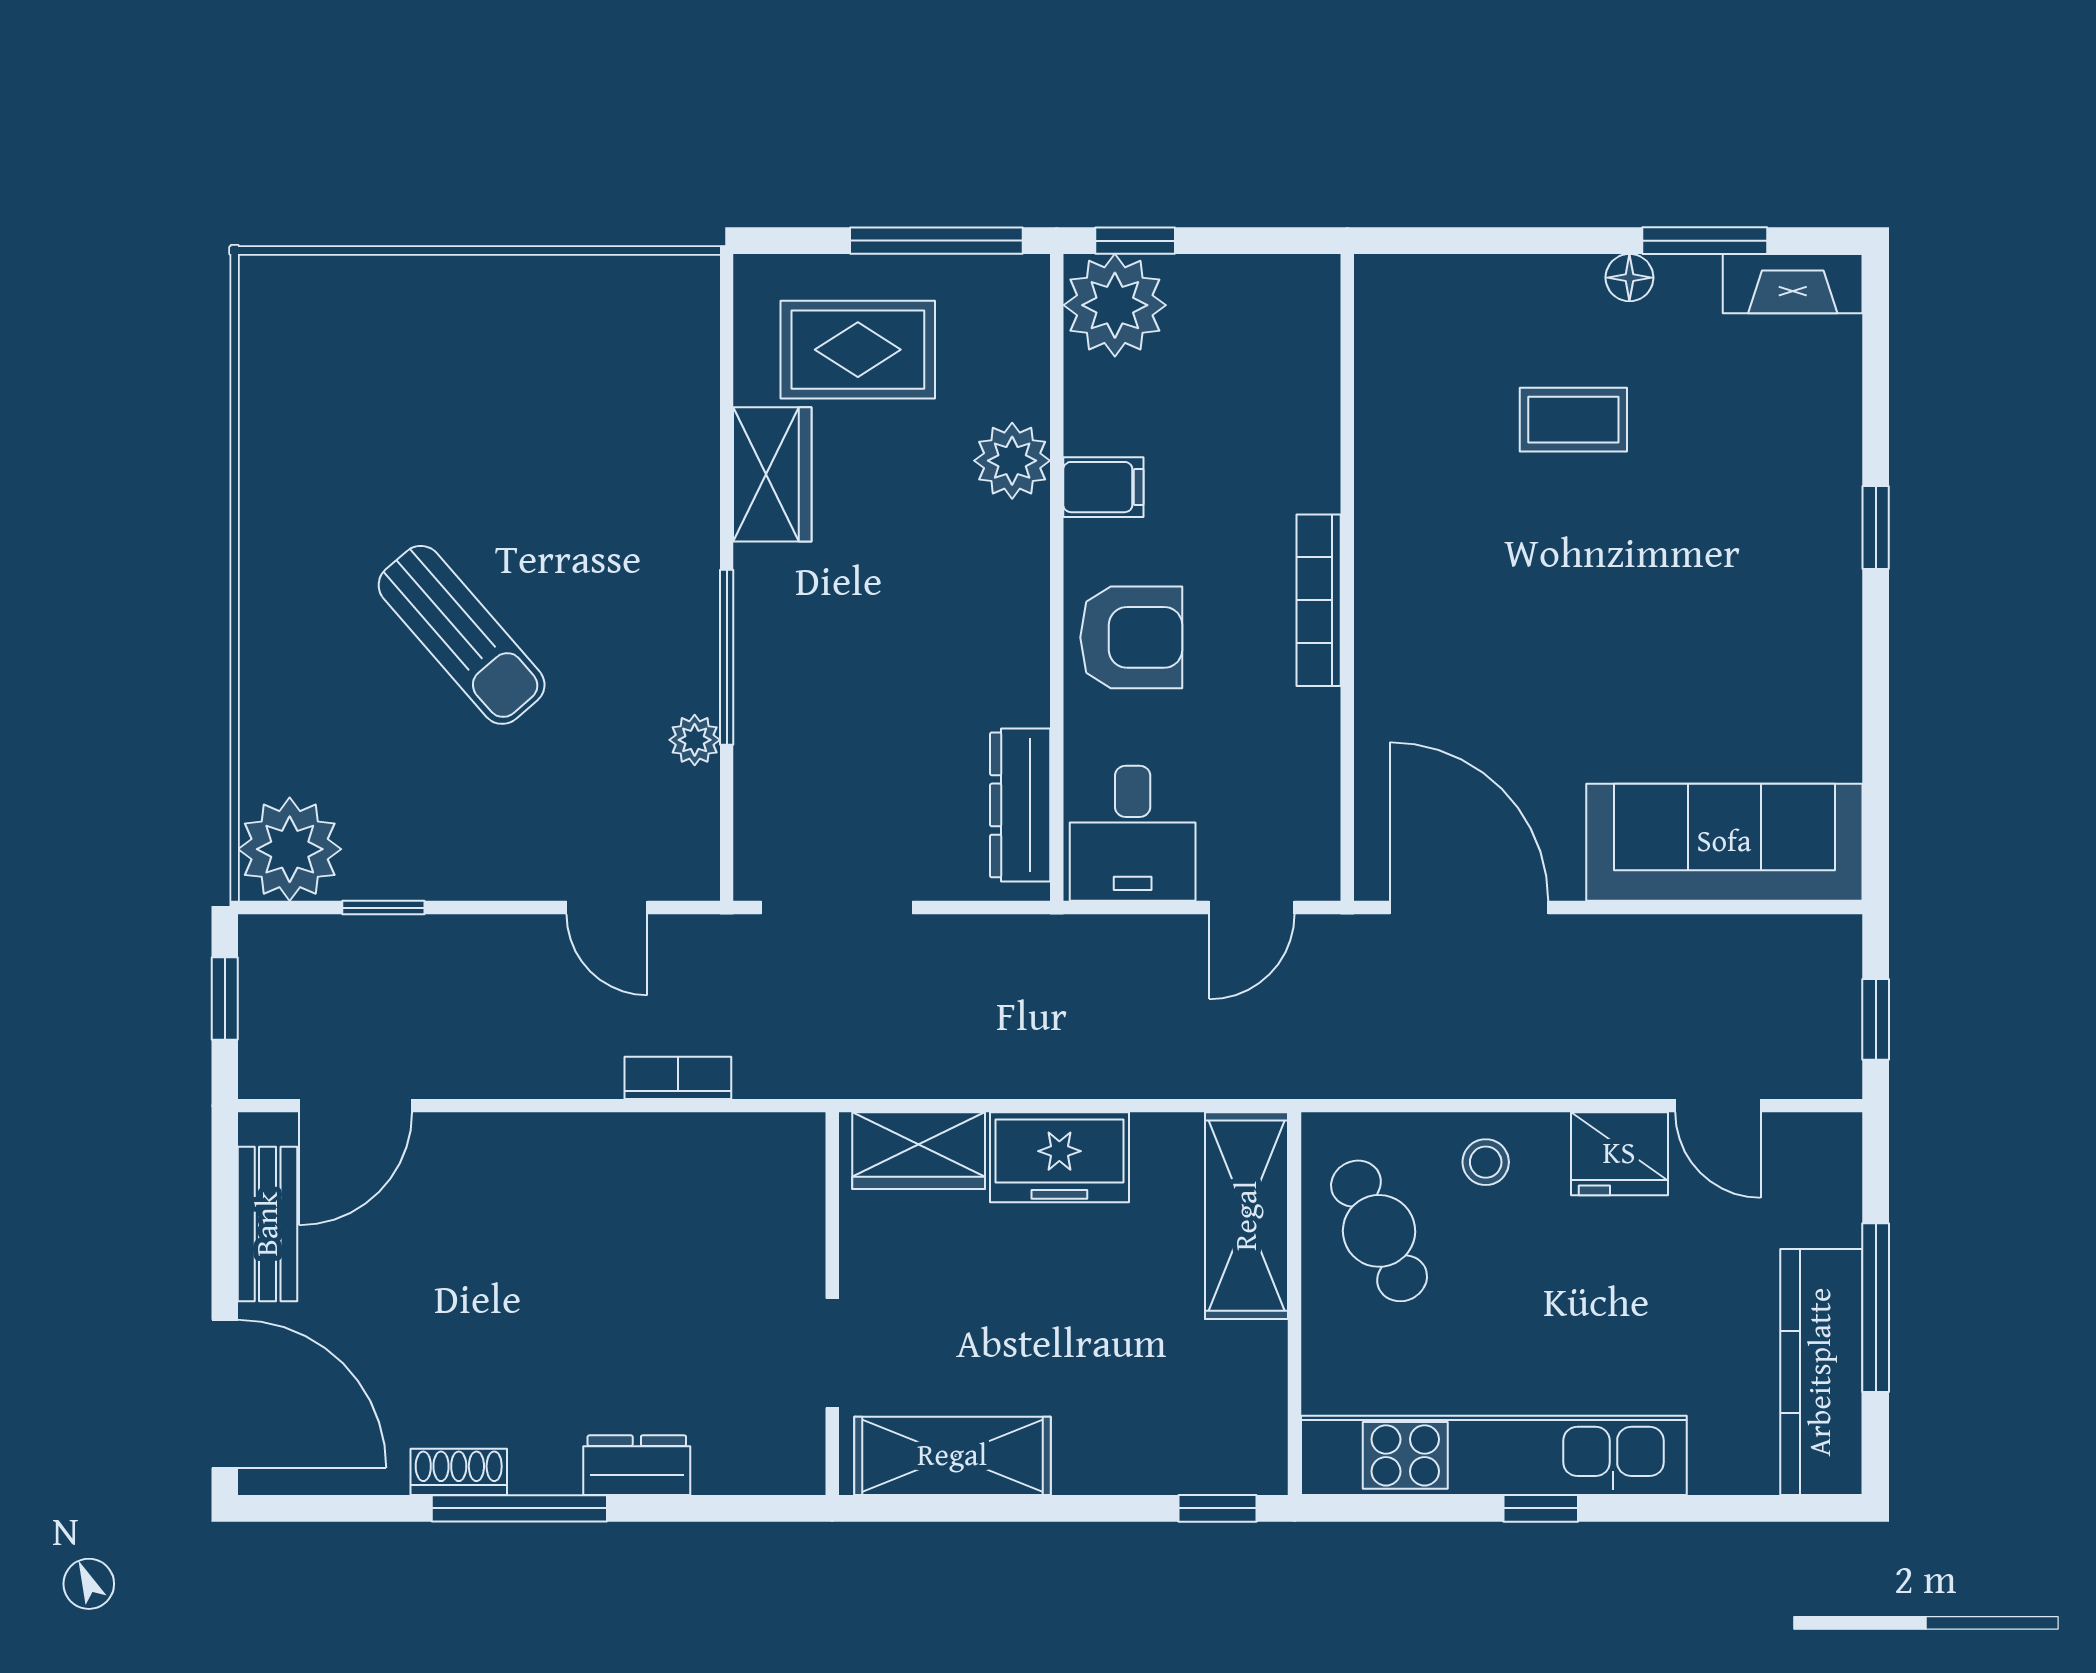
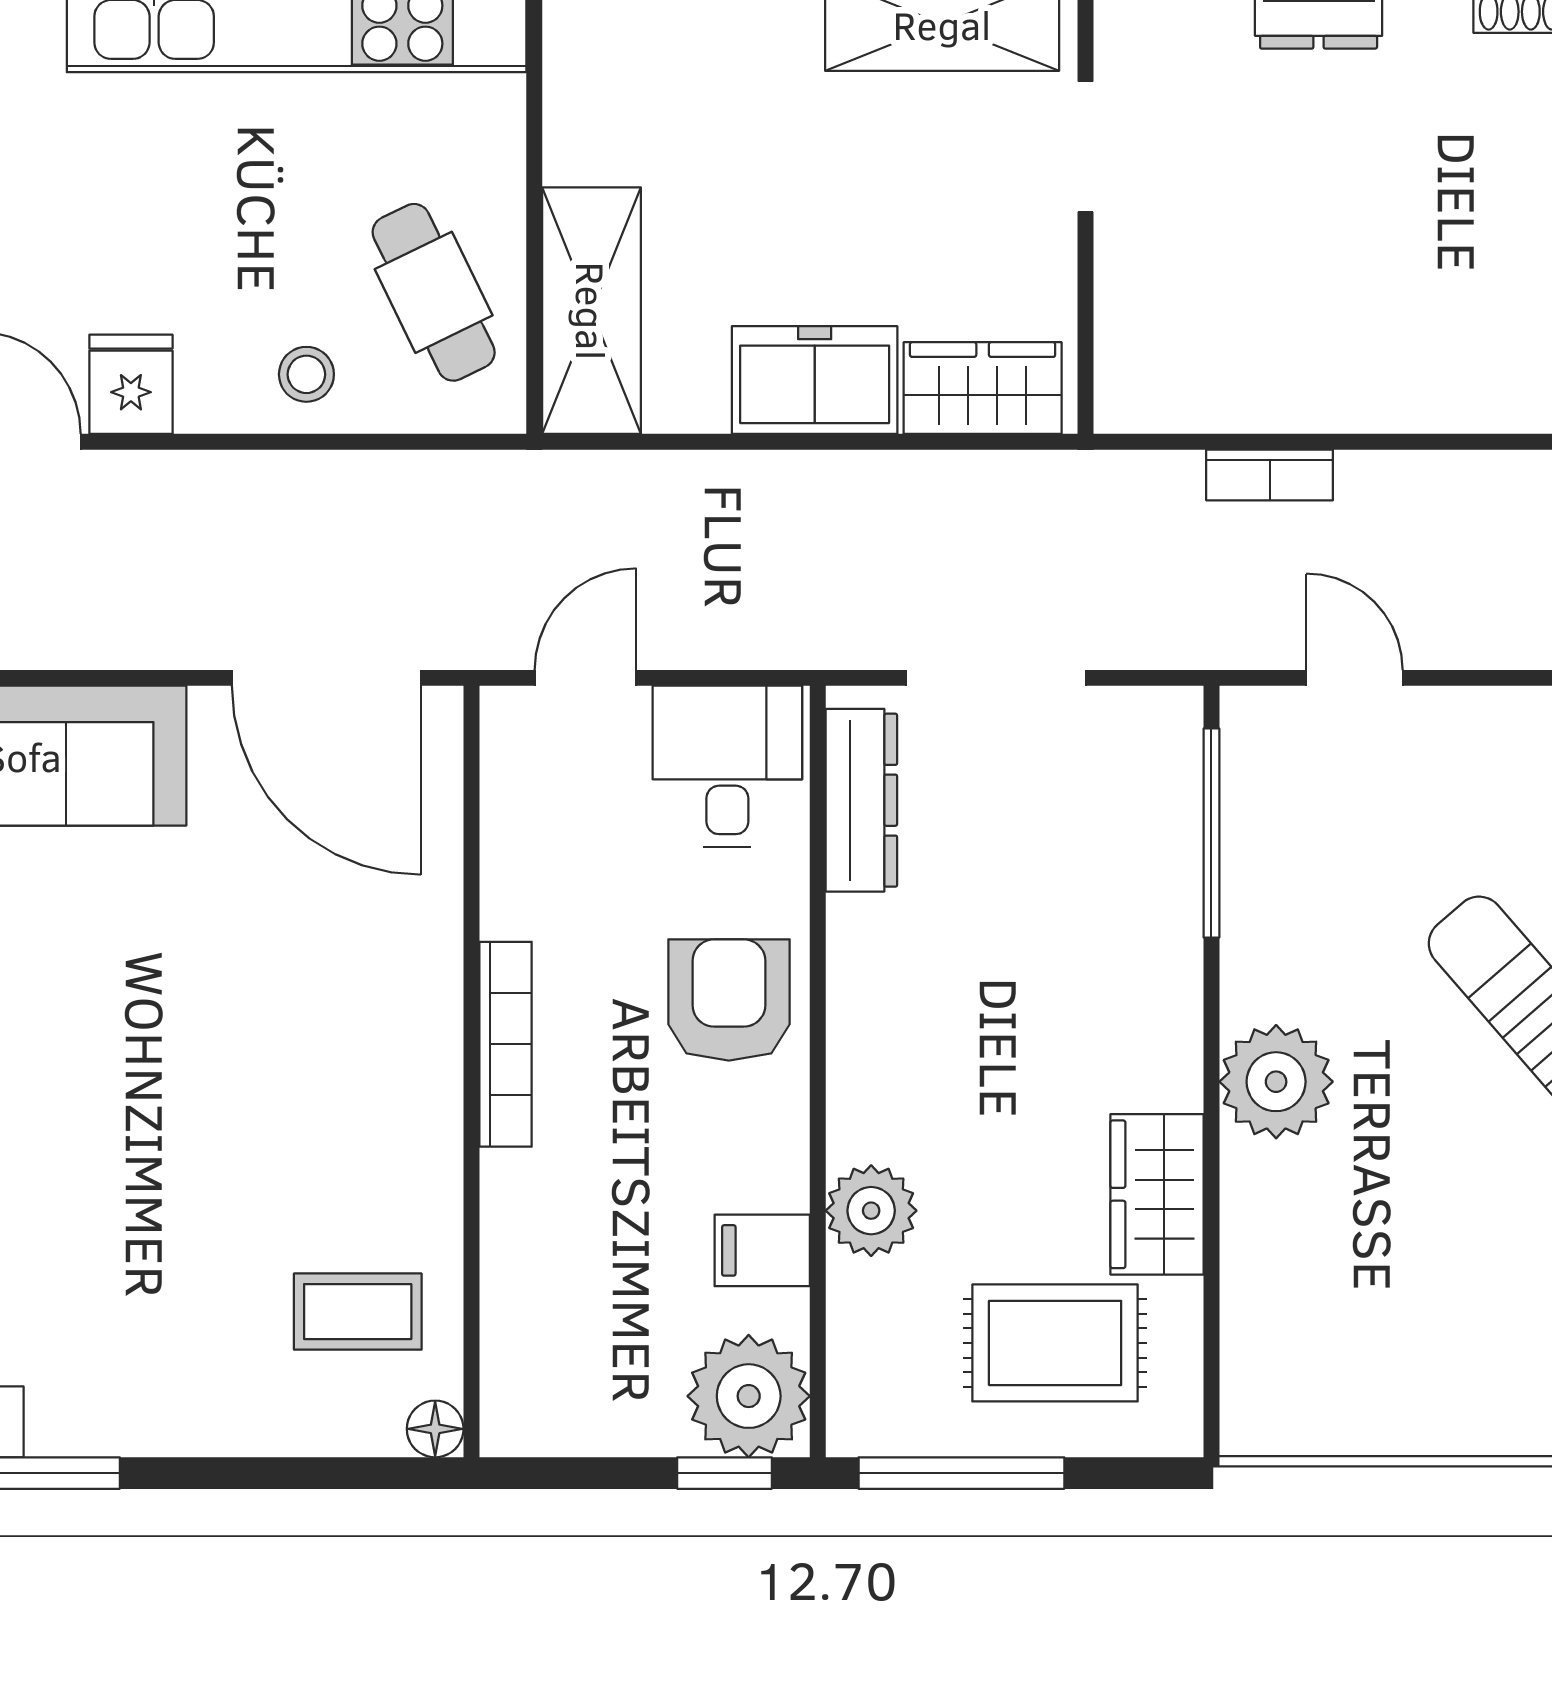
floor lamp: (1629, 278) -> (435, 1429), moved
coffee table: (1573, 420) -> (358, 1312), moved
filing cabinet: (1103, 487) -> (762, 1250), moved
armchair: (1131, 637) -> (729, 1000), turned 90
window: (727, 657) -> (1211, 833), moved
plant: (695, 740) -> (1276, 1082), moved, width x1.87, depth x1.87
doorway: (837, 908) -> (996, 678), moved
fridge: (1619, 1154) -> (131, 384), width x0.72

